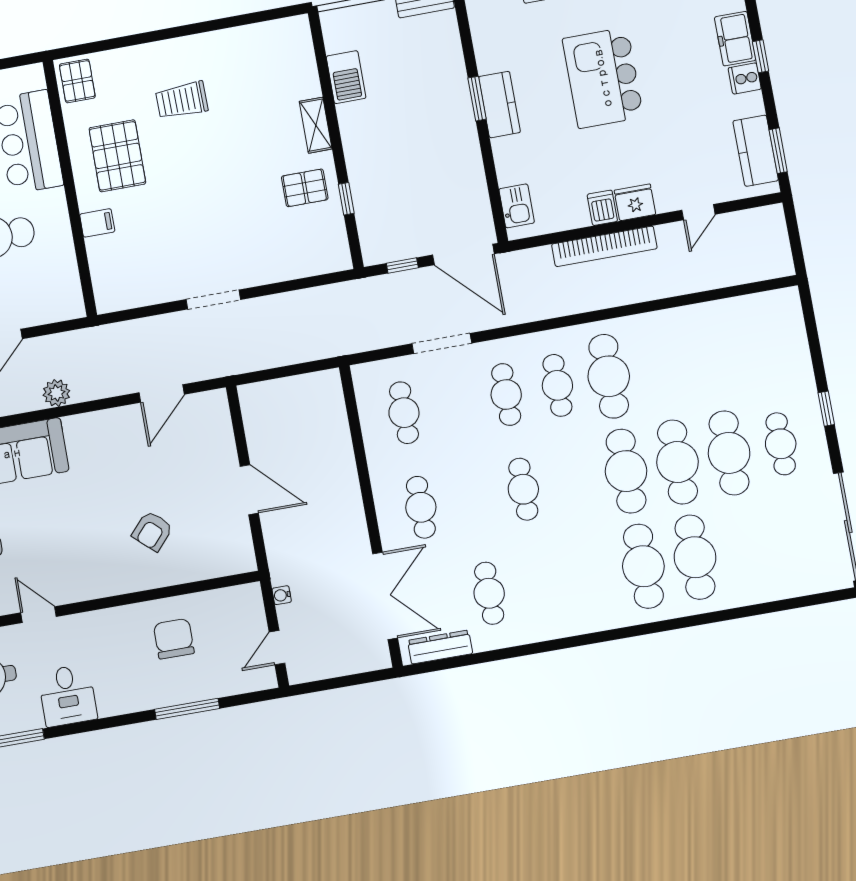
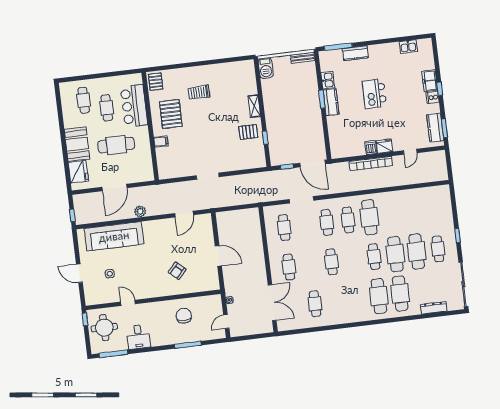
barbecue: (346, 77) -> (266, 68), moved
kitchen island: (603, 78) -> (374, 94), width x0.73, depth x0.78
kitchen sink: (517, 206) -> (328, 80), moved
cafe table: (626, 471) -> (374, 257), width x0.73, depth x0.74
dresser: (440, 647) -> (434, 308), moved

